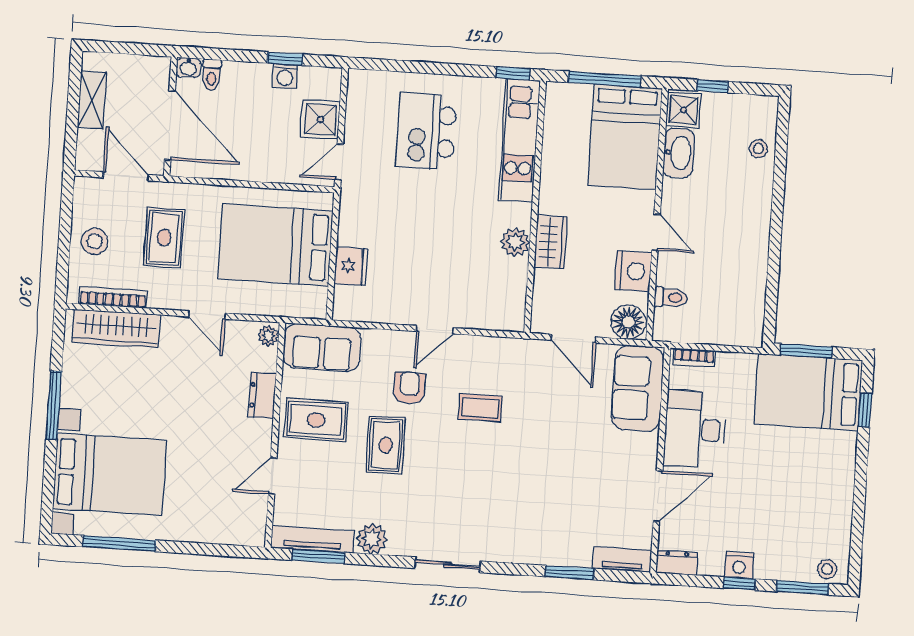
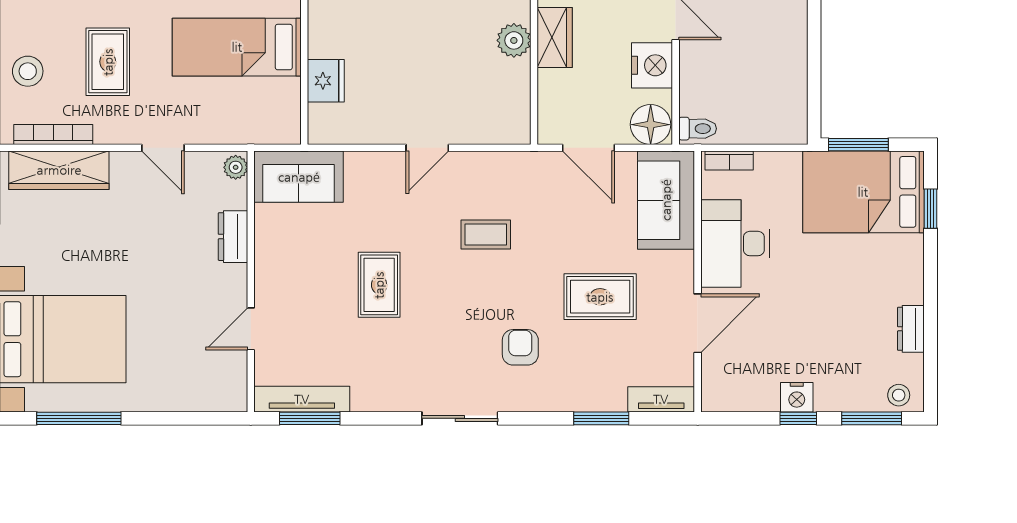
bed: (275, 245) -> (237, 47), width x0.67
toilet: (671, 297) -> (698, 129), moved
armchair: (409, 388) -> (520, 347), moved
rug: (316, 420) -> (600, 297), moved
plant: (372, 539) -> (370, 394), removed
dresser: (677, 563) -> (911, 329), moved, turned -90

